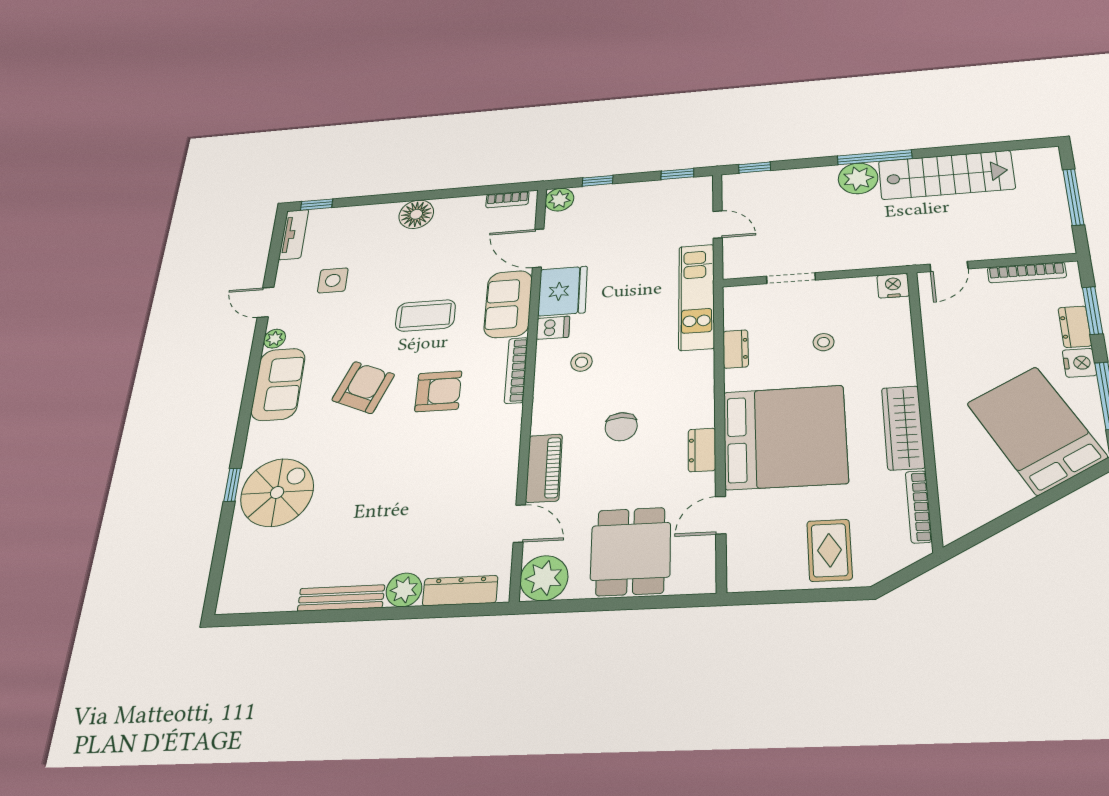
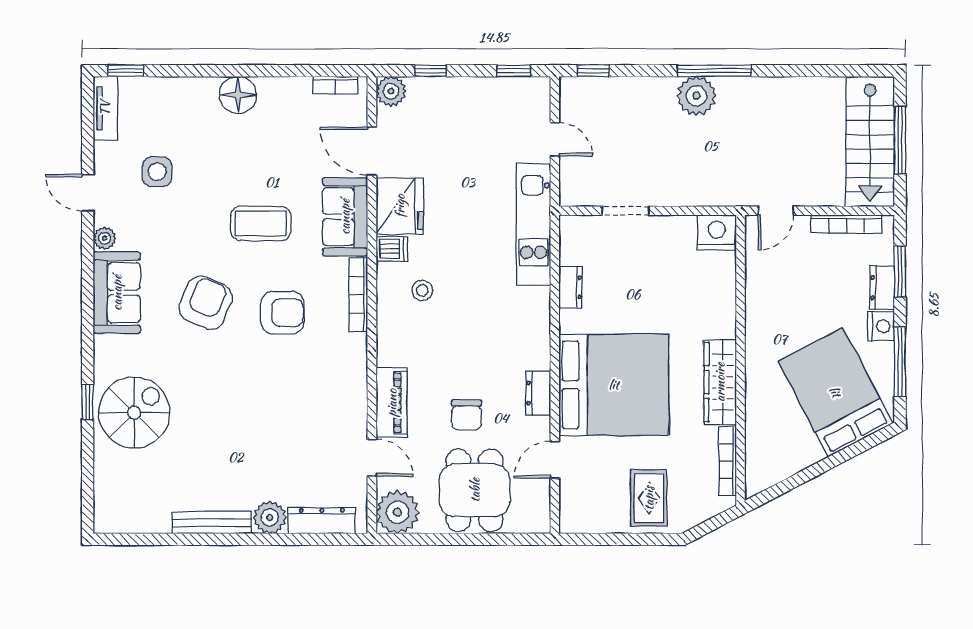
stairs: (946, 175) -> (870, 142), moved, turned 90
nightstand: (893, 286) -> (717, 233), width x1.36, depth x1.33
stool: (824, 342) -> (653, 286), removed
chair: (621, 427) -> (466, 415), moved

